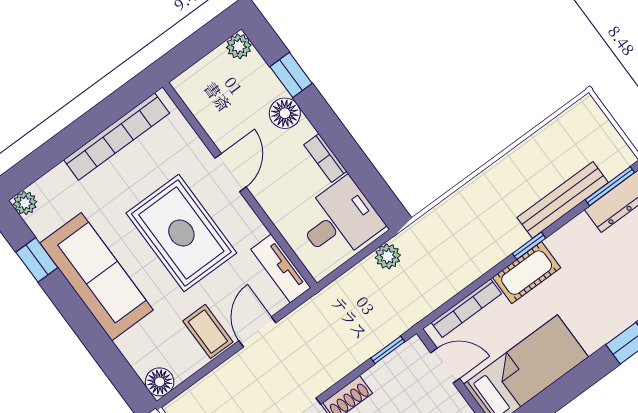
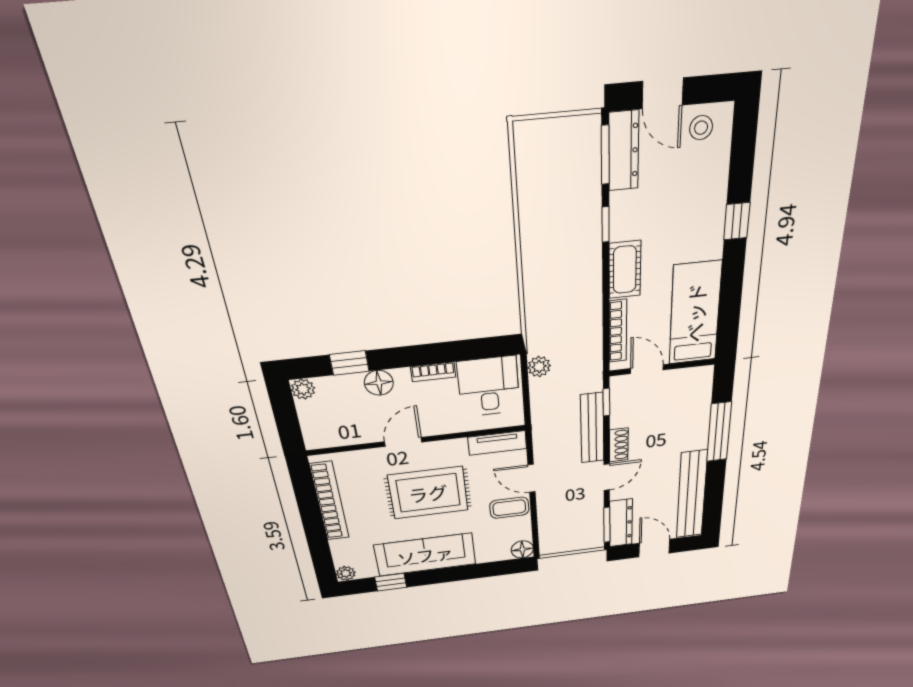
door: (231, 173) -> (403, 442), hinge flipped
bench: (563, 200) -> (592, 428), moved
window: (529, 246) -> (606, 224), moved
door: (445, 366) -> (647, 369), hinge flipped

